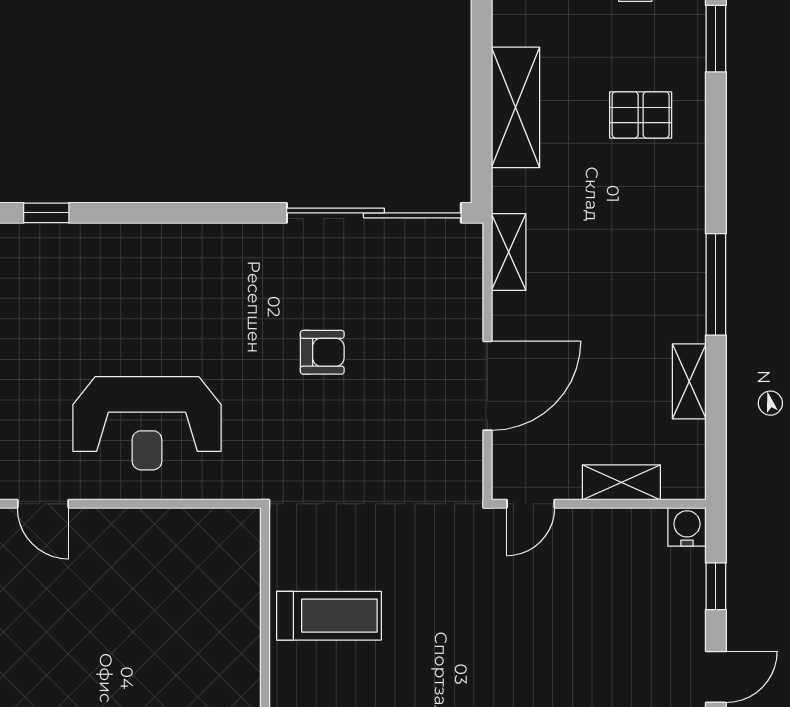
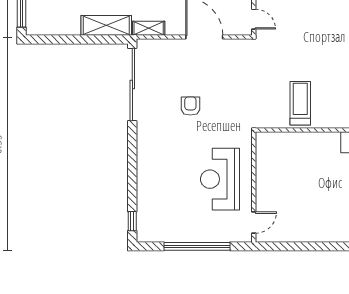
shelving: (516, 107) -> (106, 25), moved
reception desk: (147, 423) -> (220, 179), turned 180

